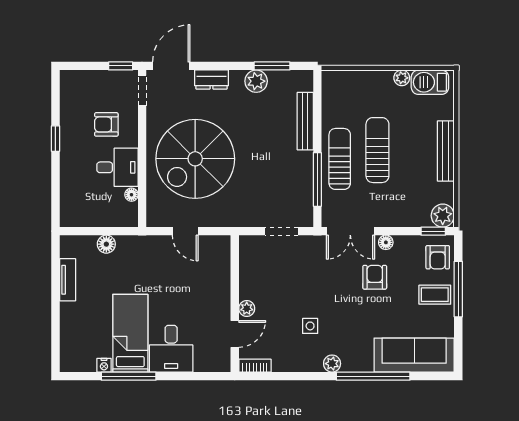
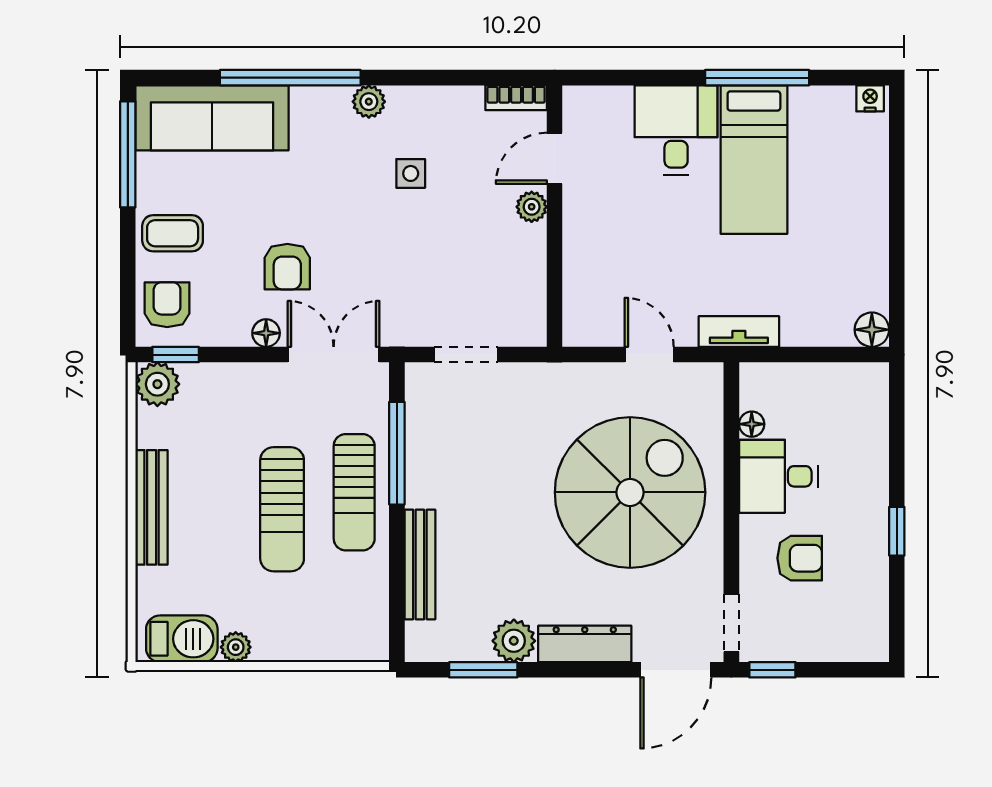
dresser: (211, 80) -> (585, 644), width x1.44
floor lamp: (106, 244) -> (872, 330), moved
tv unit: (68, 280) -> (739, 331), moved, turned 90
window: (458, 289) -> (128, 154), moved
nightstand: (104, 365) -> (870, 98), moved

